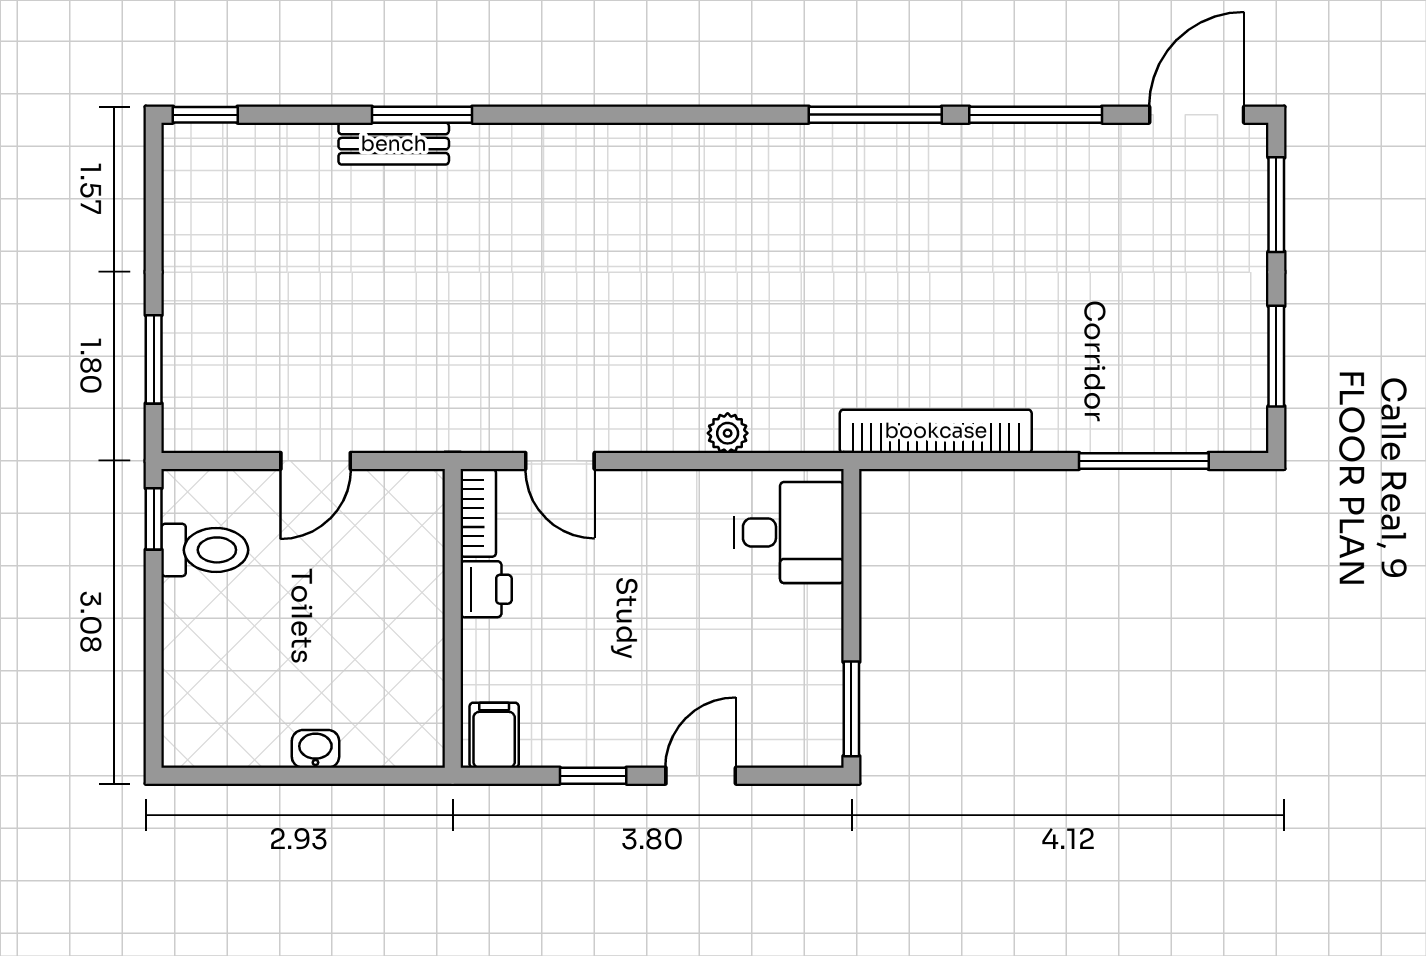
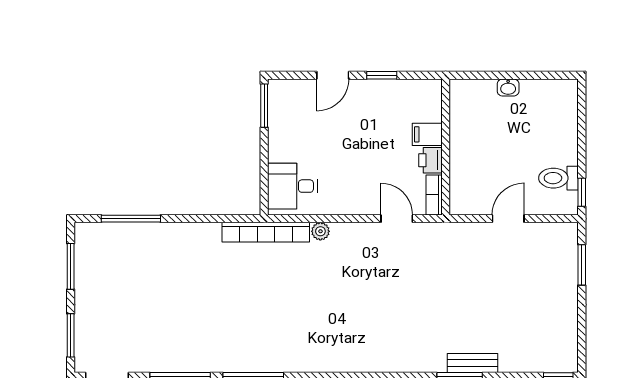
bookcase: (936, 431) -> (266, 232), moved
filing cabinet: (494, 735) -> (427, 134), moved, turned 90

